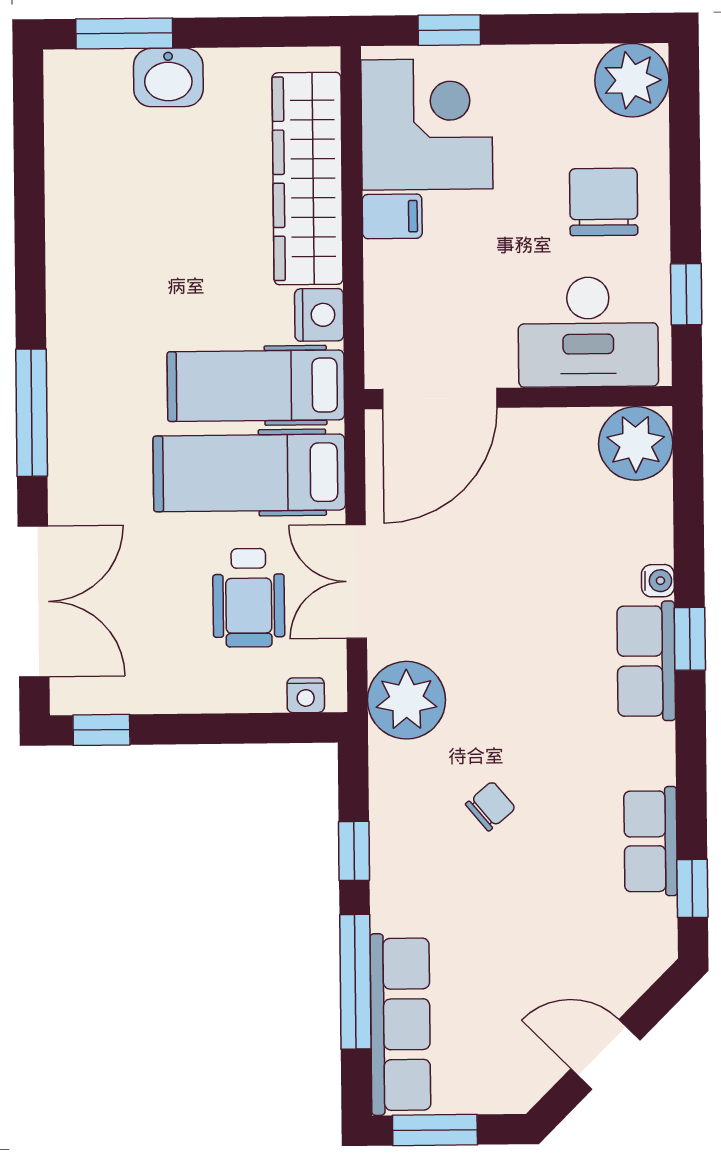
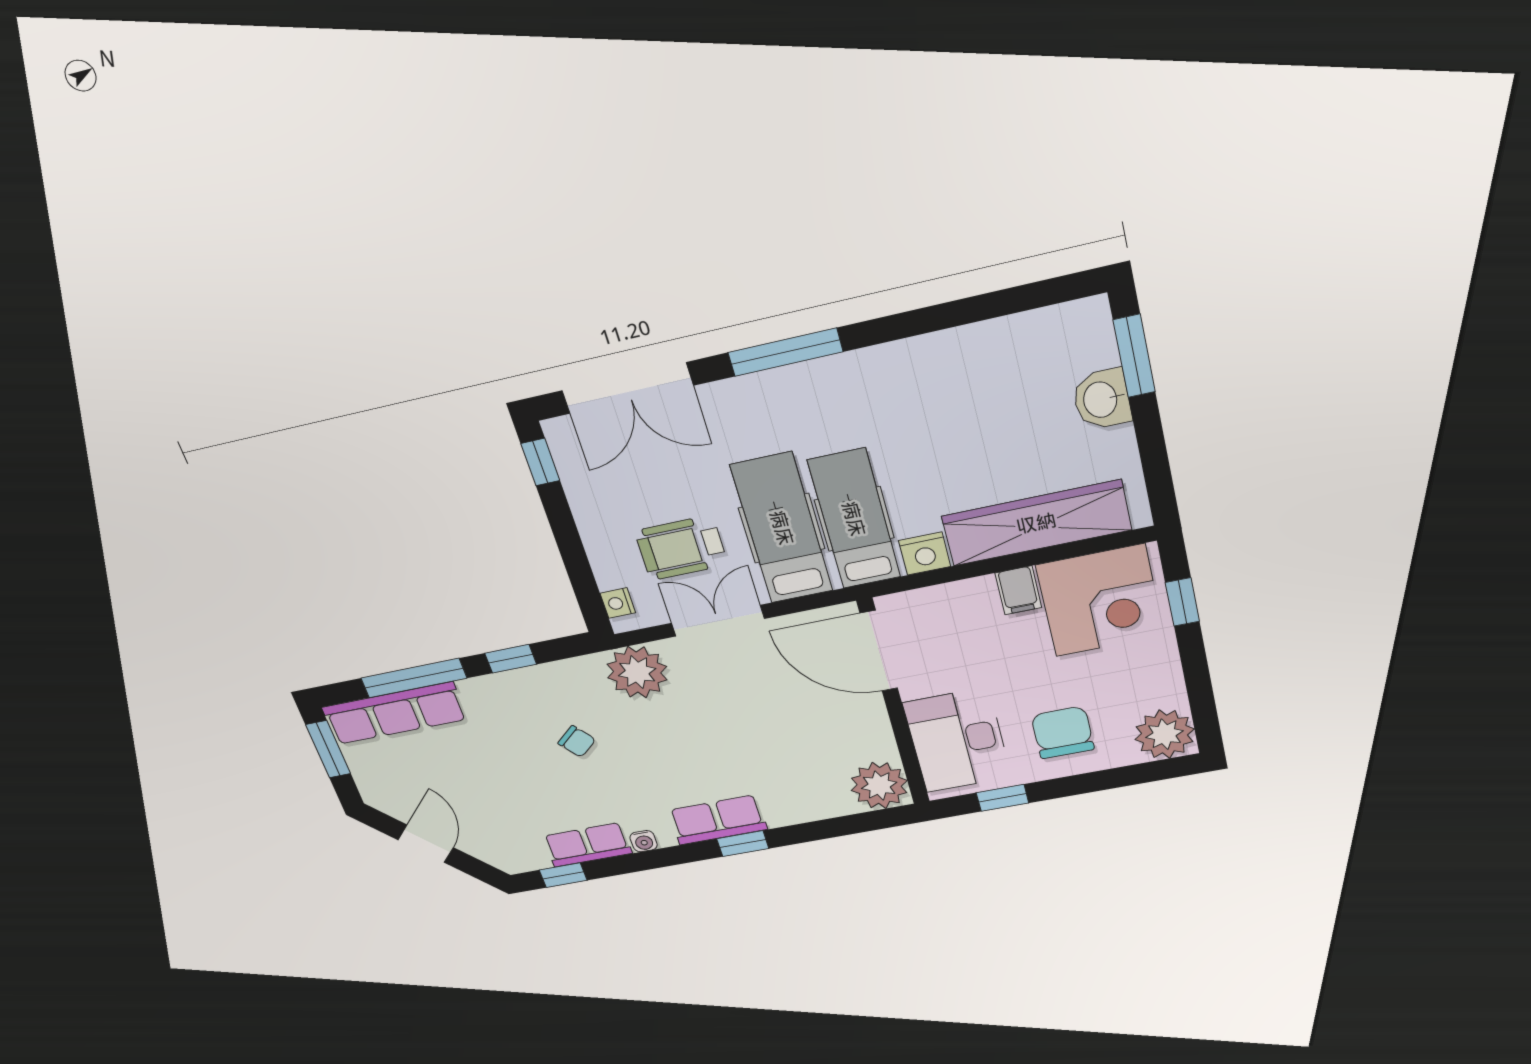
chair: (604, 202) -> (1063, 732), turned -90
water cooler: (658, 581) -> (644, 841), moved

